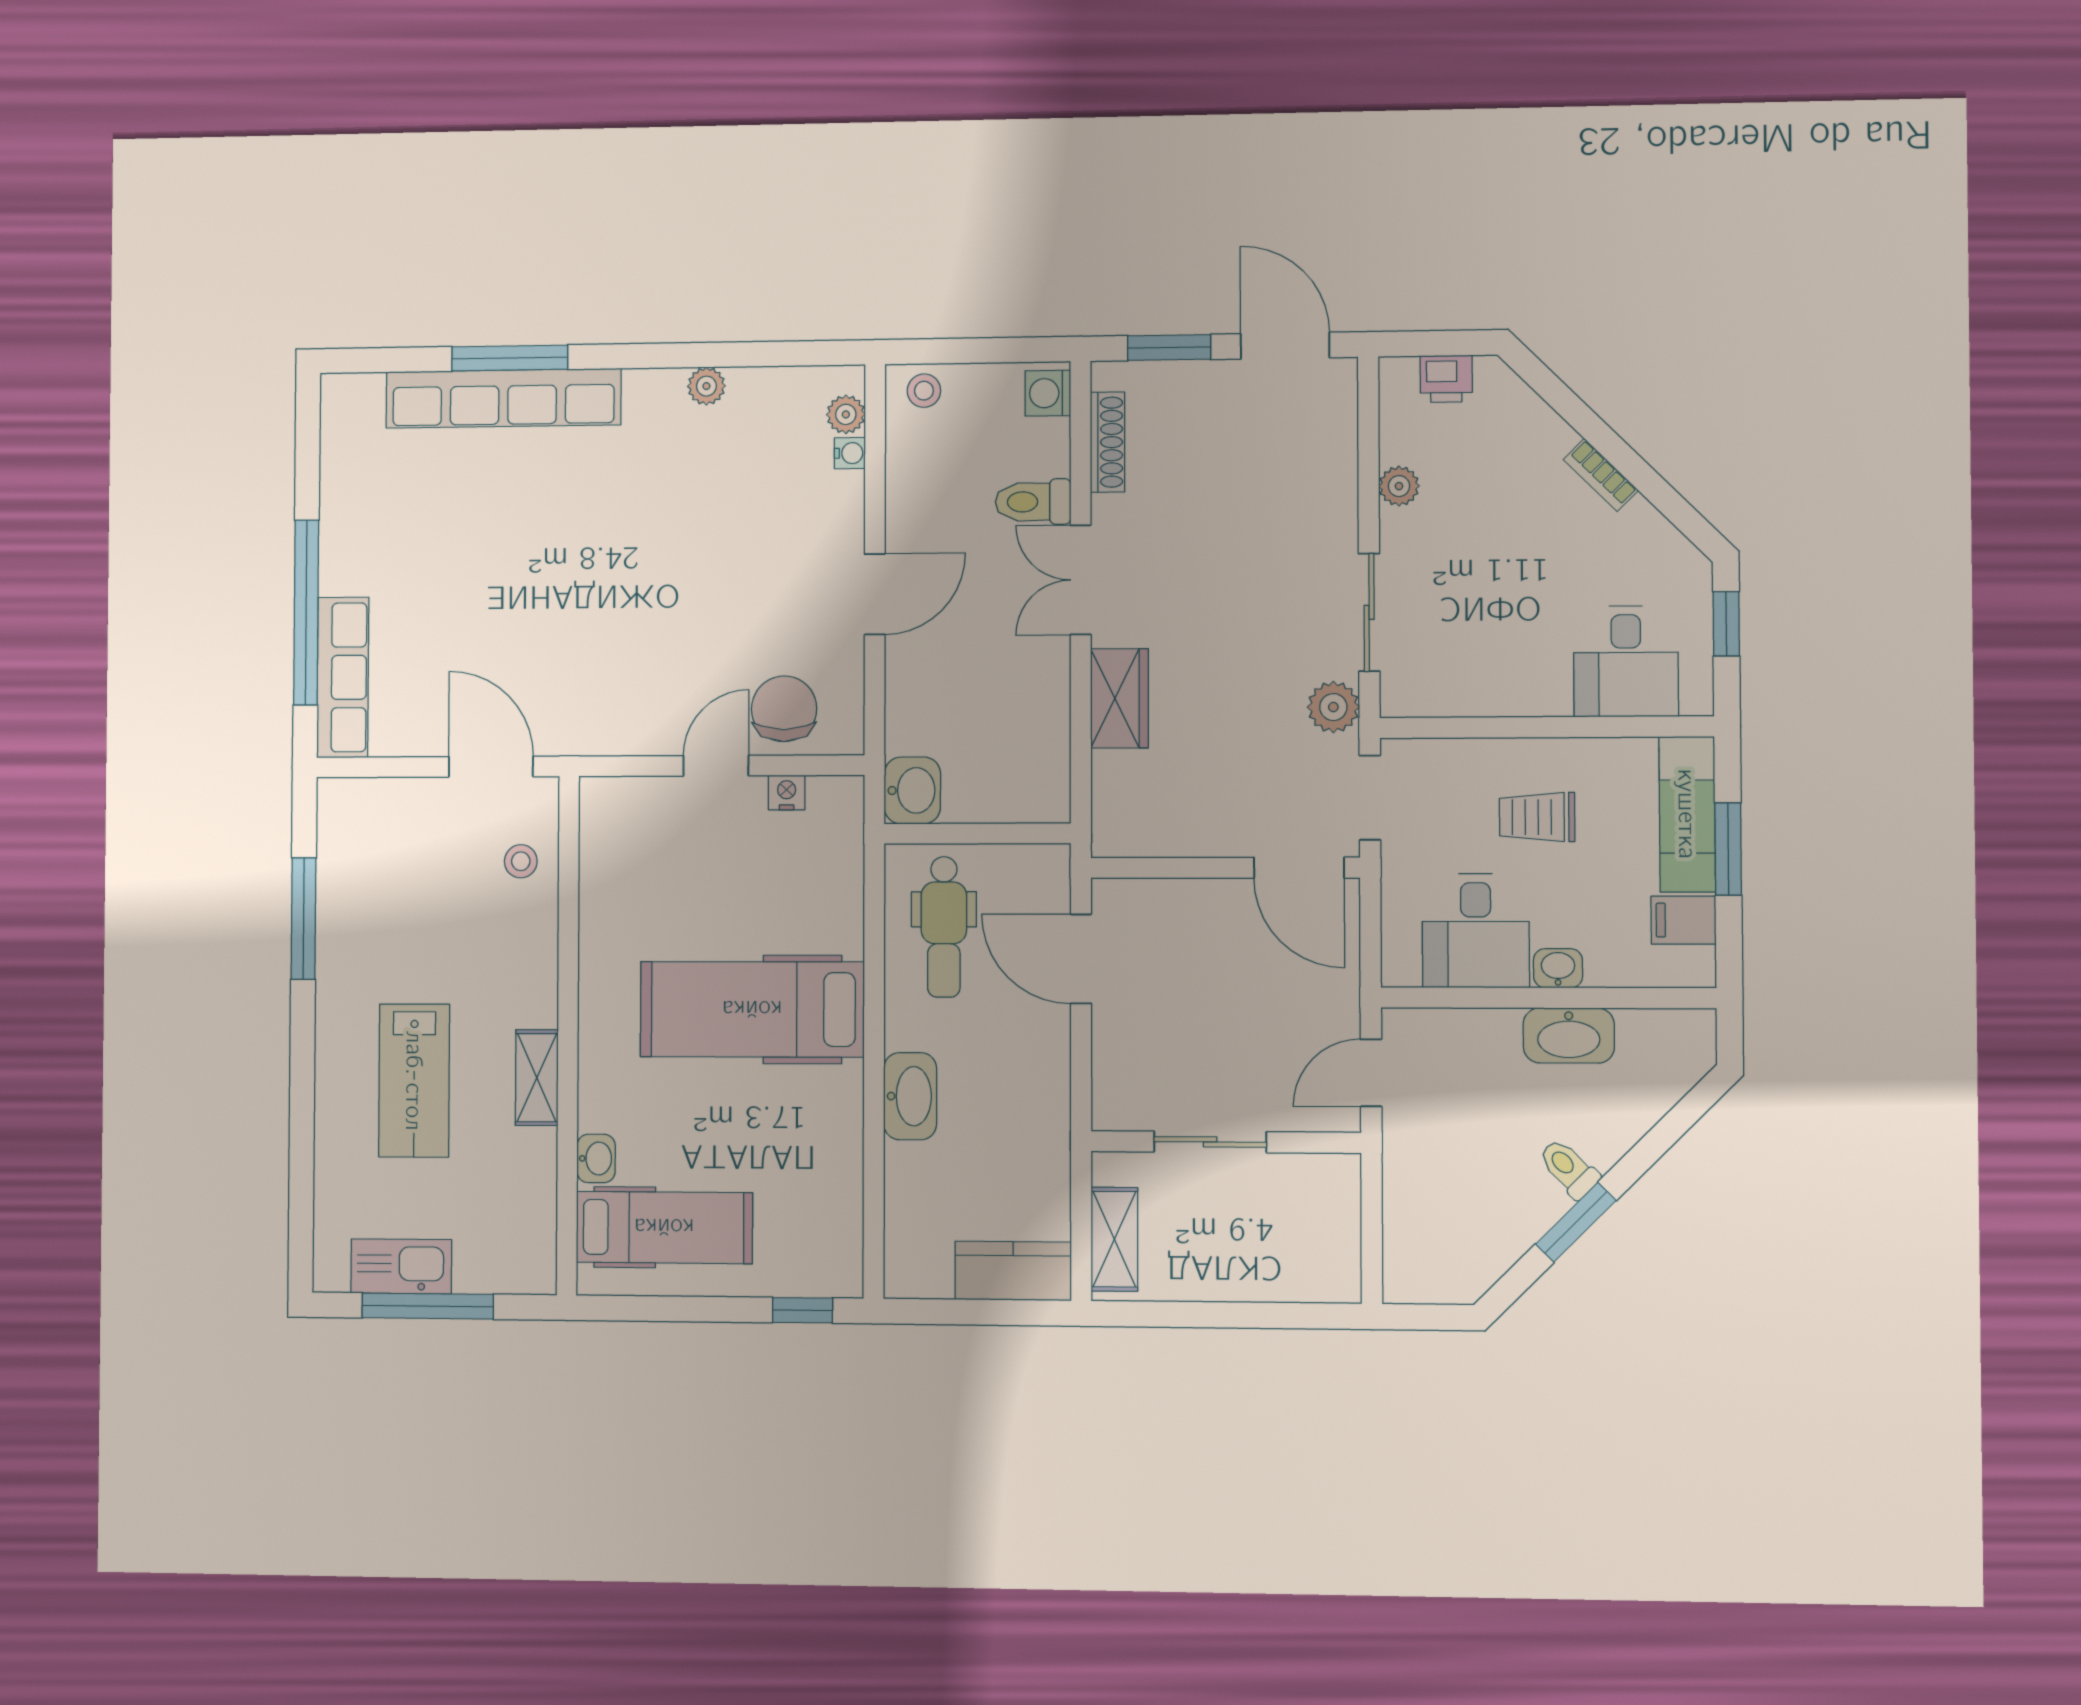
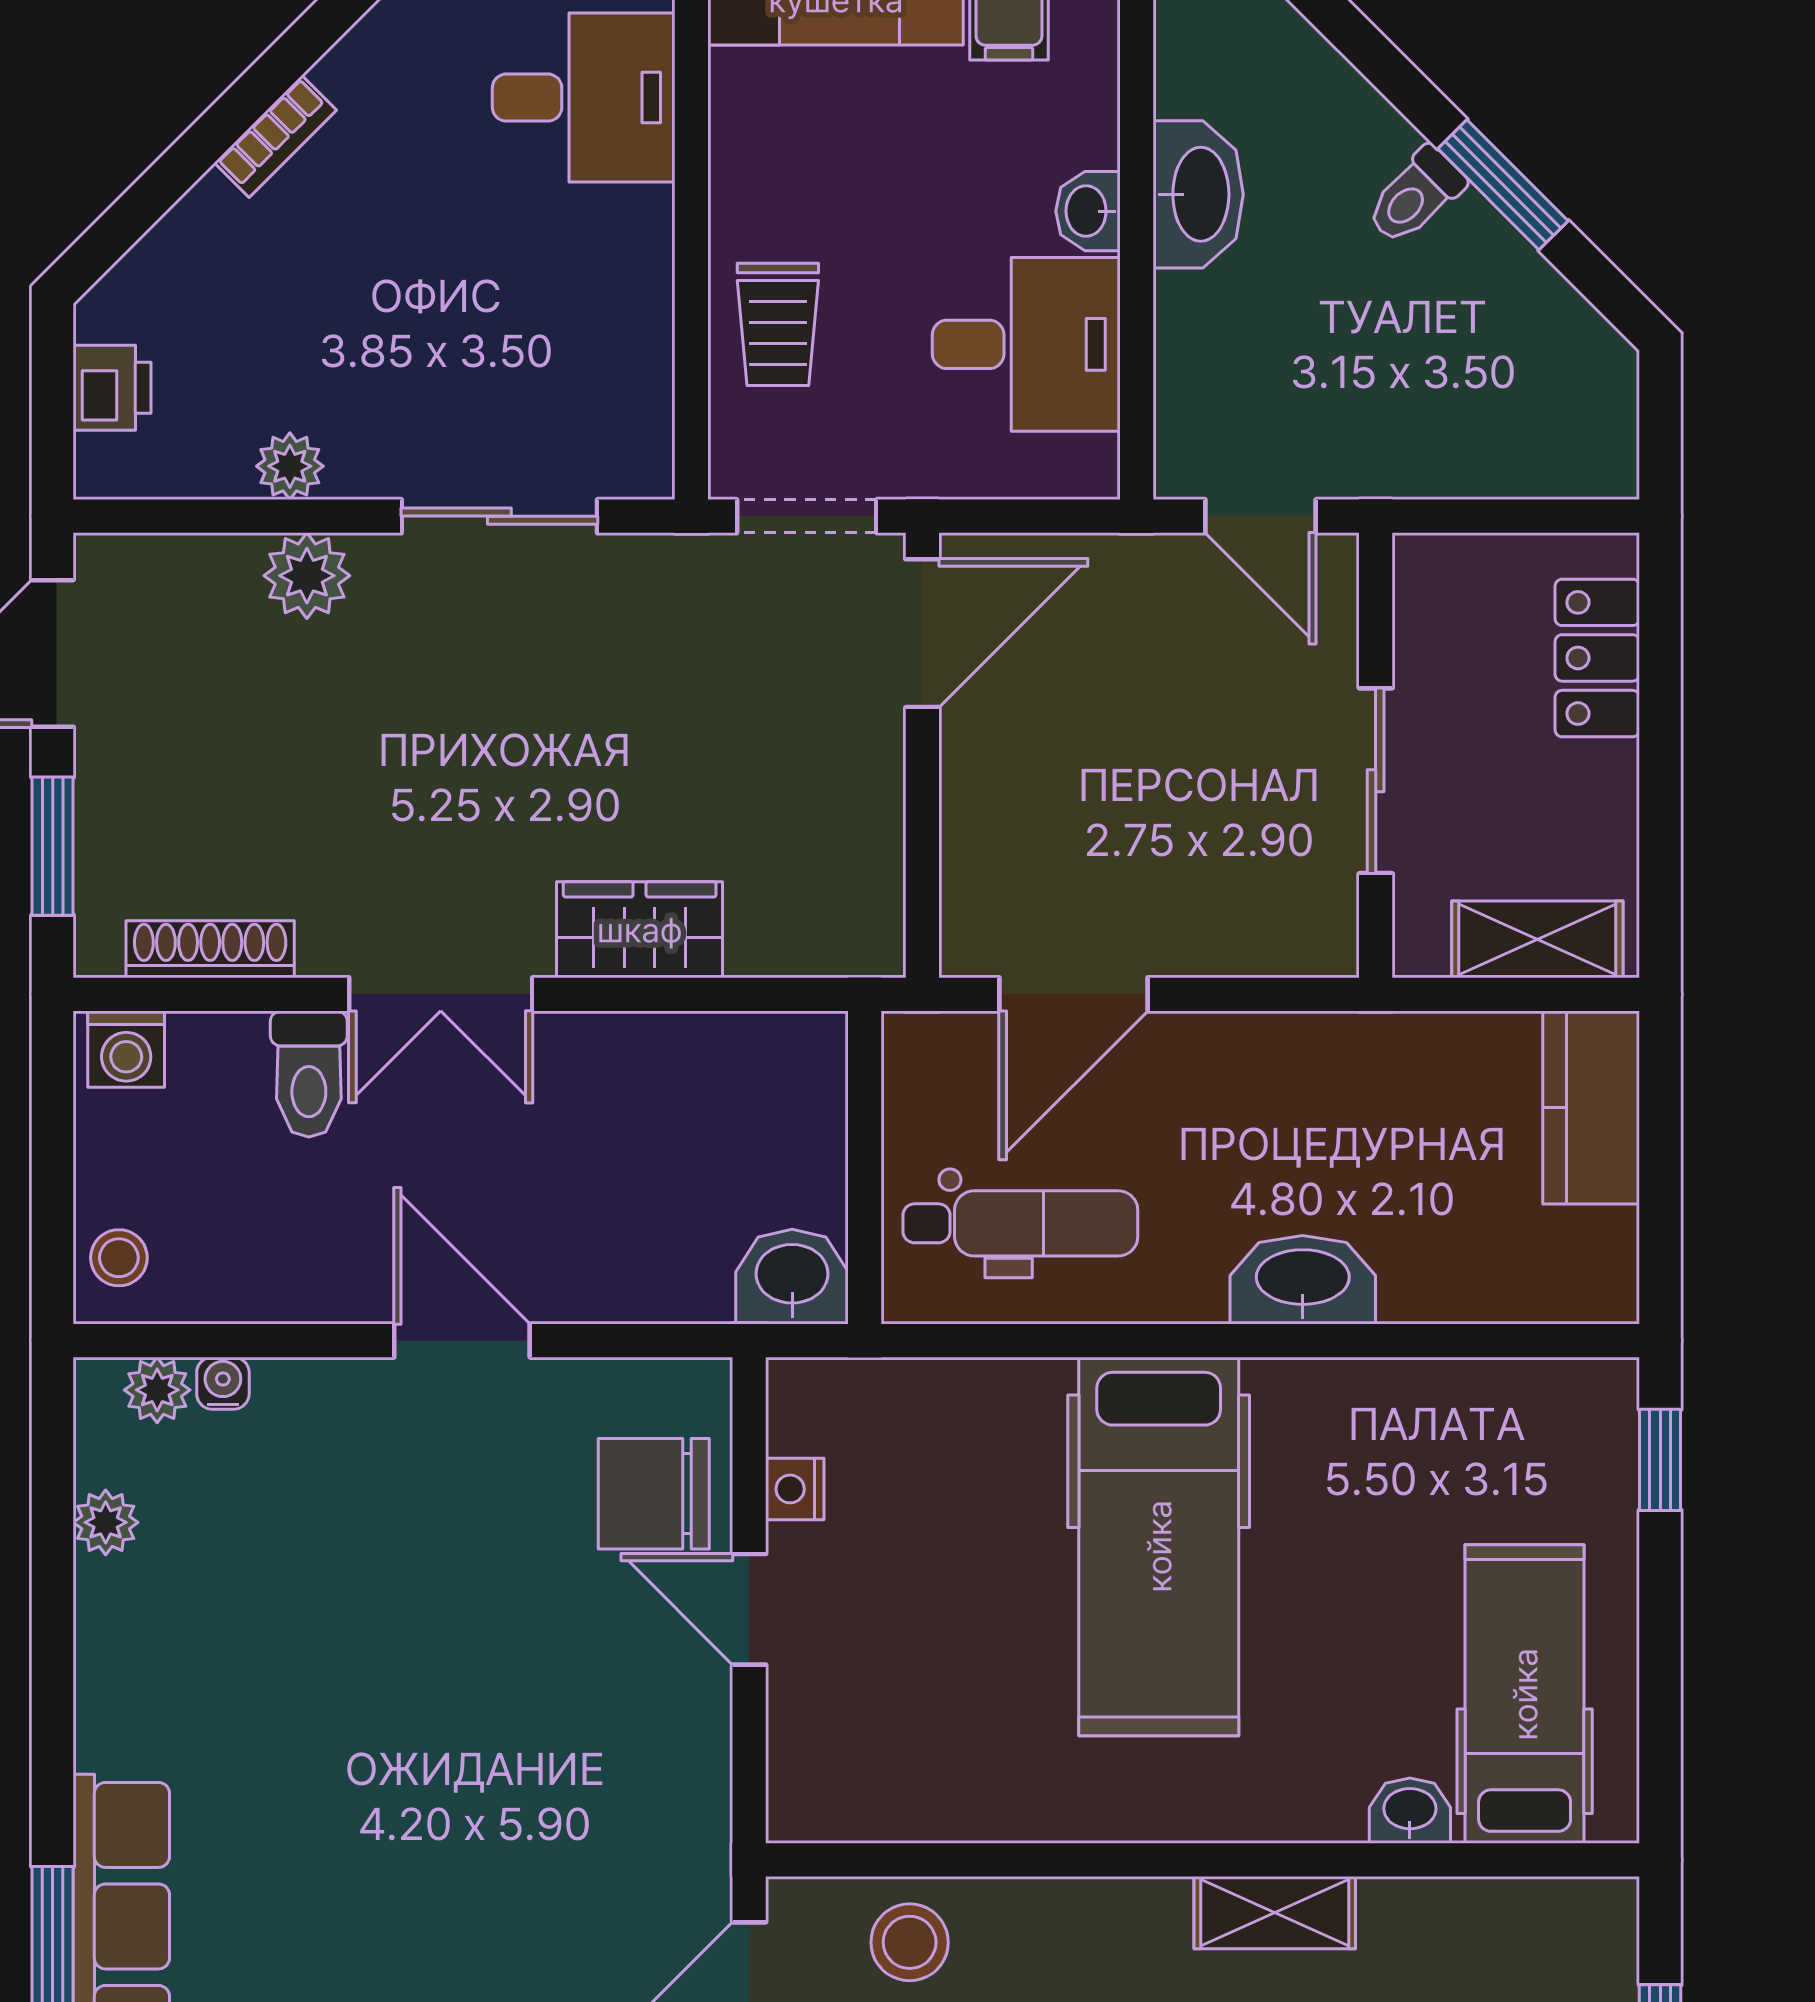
plant: (706, 386) -> (106, 1522), moved
plant: (1333, 707) -> (307, 576), moved
trolley: (1537, 817) -> (778, 324), moved
stool: (521, 861) -> (910, 1942), width x1.37, depth x1.37
locker: (1285, 1277) -> (1597, 658), added

